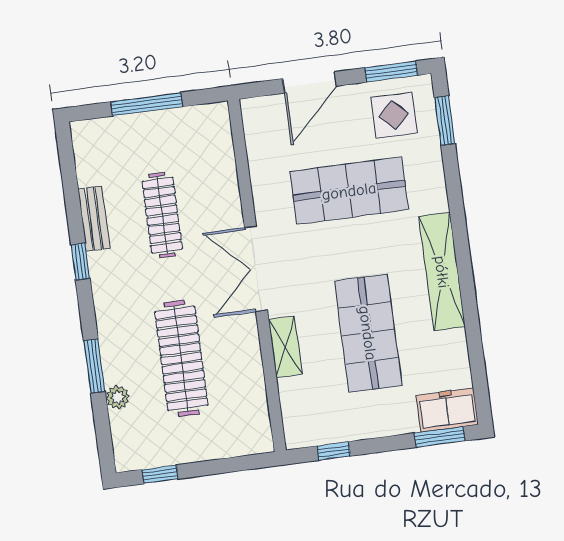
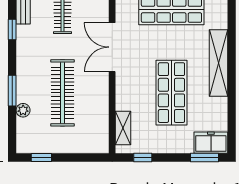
shelving: (285, 347) -> (123, 128), moved

